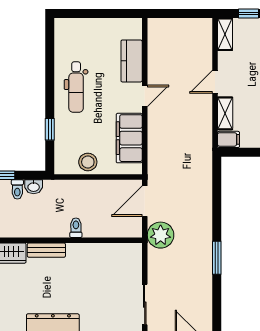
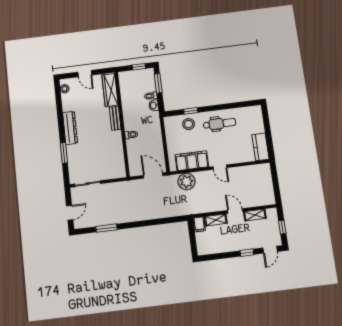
shelving: (225, 34) -> (255, 215), moved
kitchen counter: (132, 61) -> (260, 147), moved, turned -90
dental chair: (76, 87) -> (219, 124), turned 180
stool: (88, 162) -> (189, 124), moved
plant: (161, 235) -> (187, 182), moved
window: (217, 258) -> (107, 228), moved

